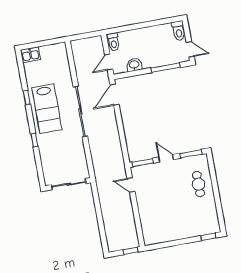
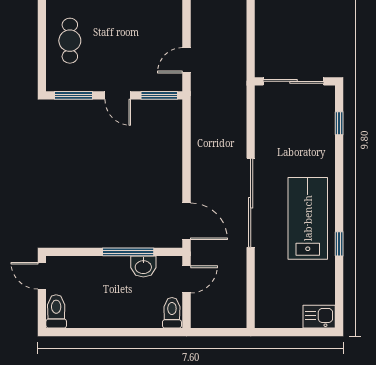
window: (166, 68) -> (128, 252), moved
door: (115, 95) -> (186, 221), hinge flipped
window: (34, 140) -> (339, 123), moved
door: (131, 185) -> (186, 60), swing flipped

